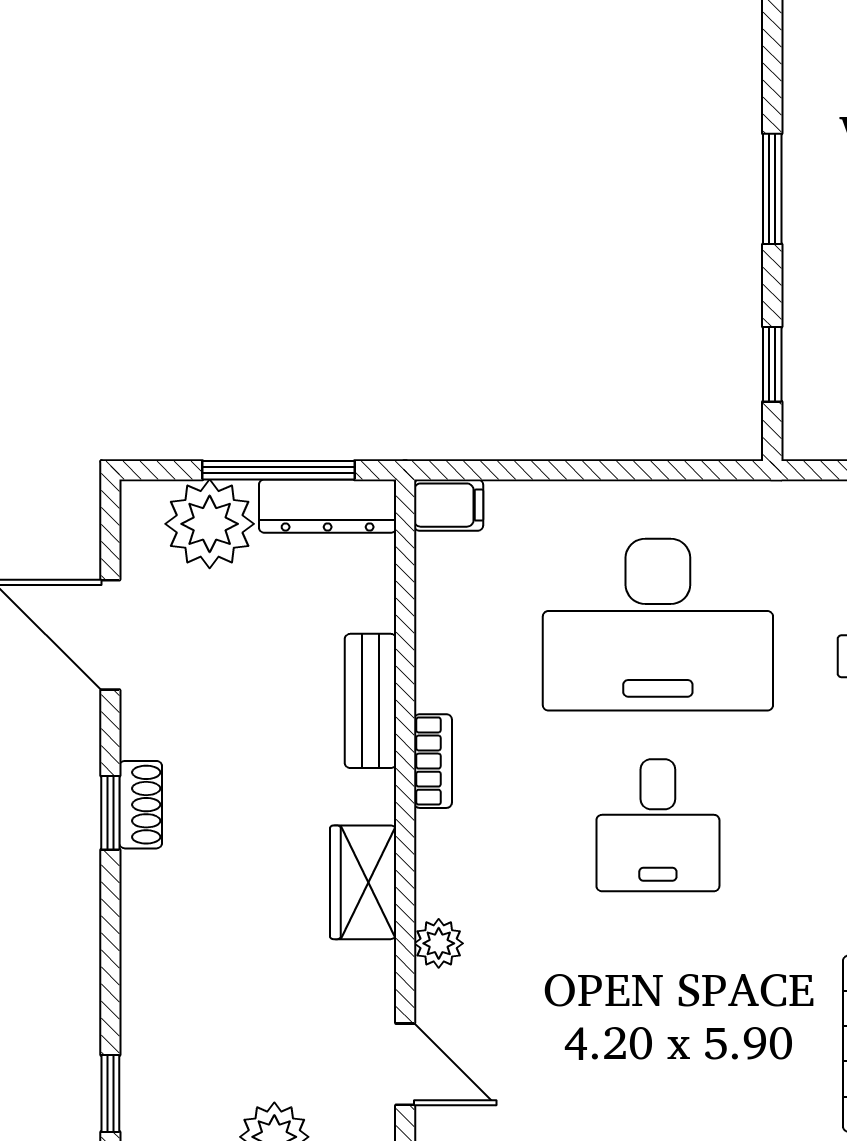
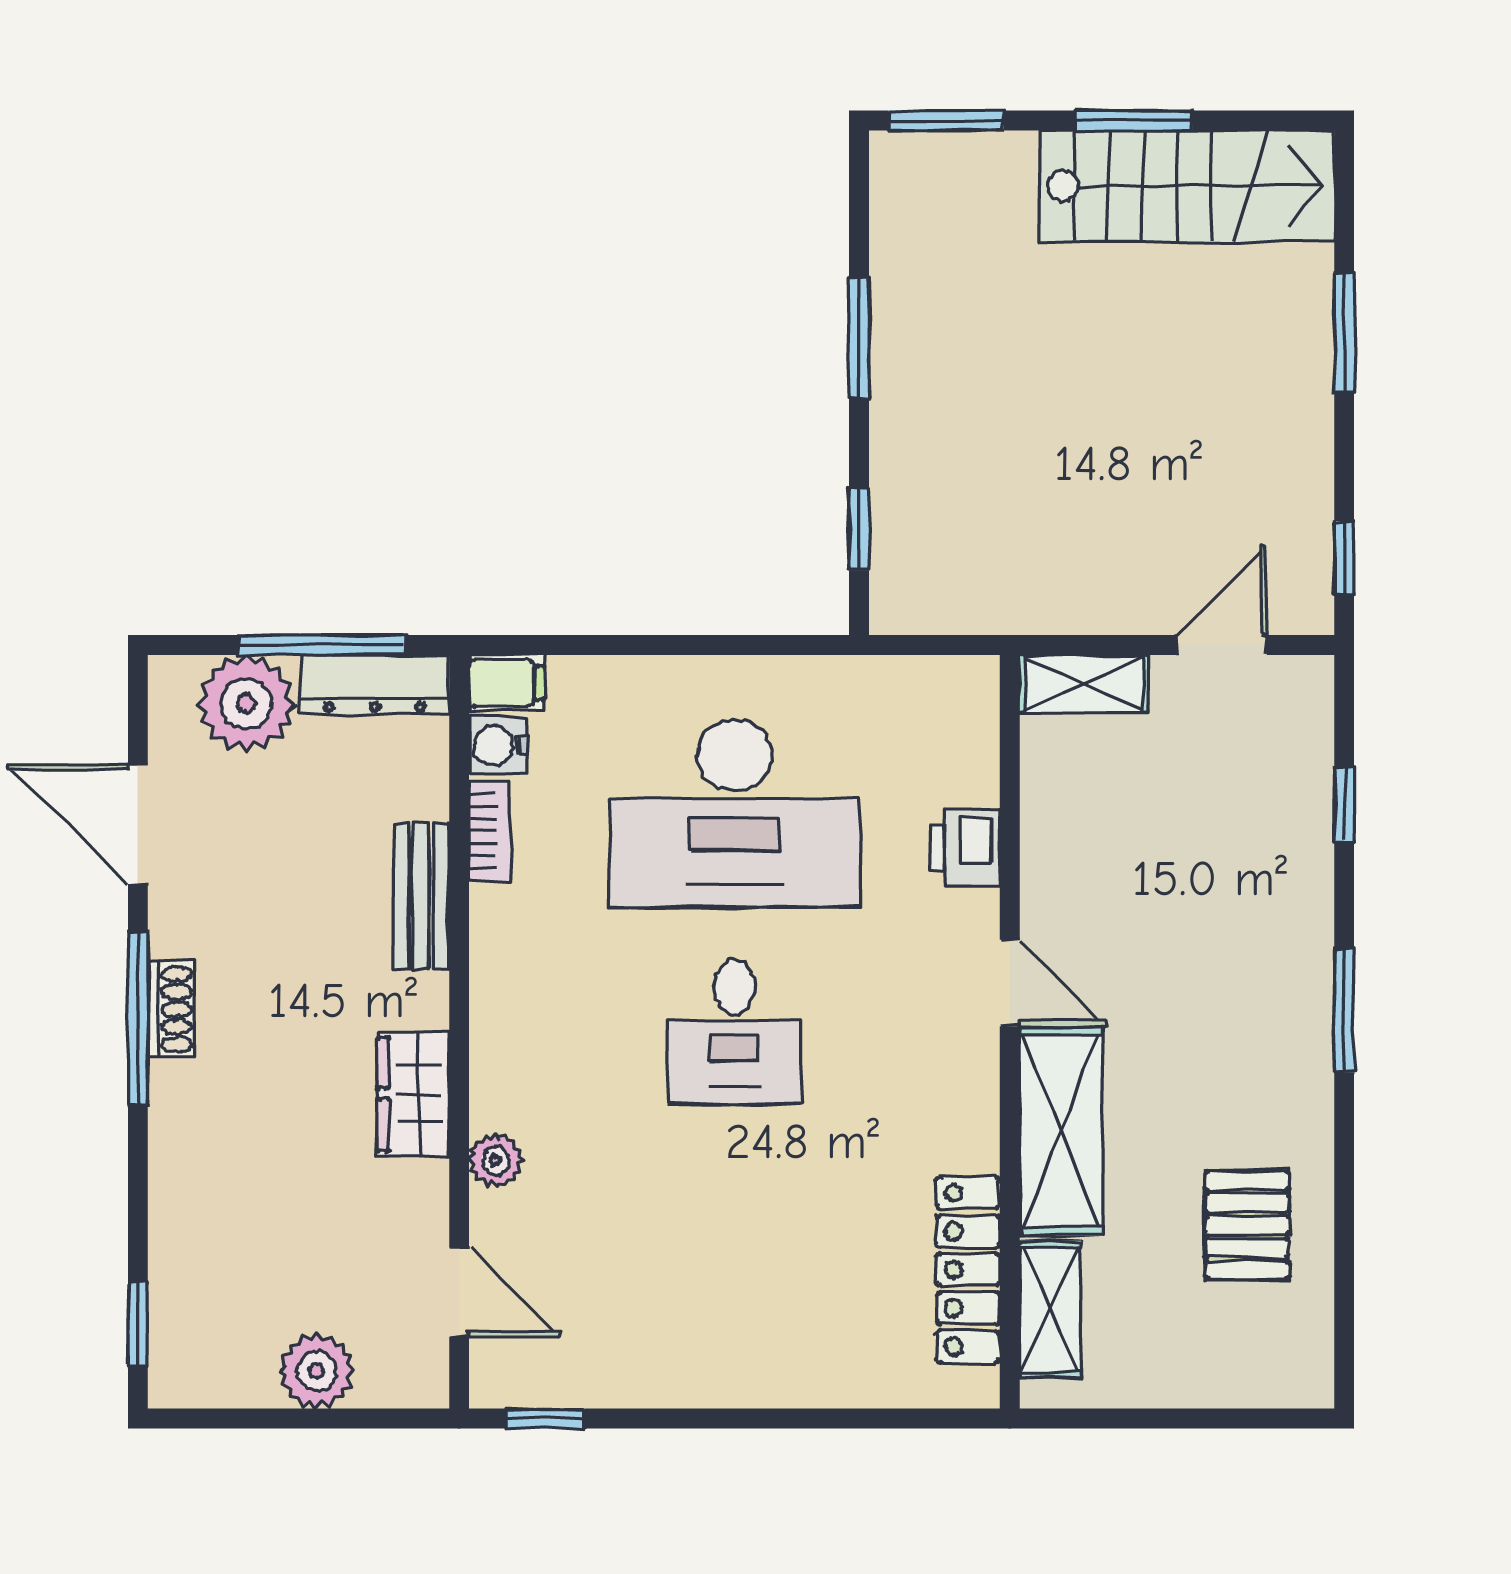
water cooler: (441, 562) -> (498, 745), added
bookcase: (433, 761) -> (489, 831), moved
window: (110, 813) -> (138, 1018), width x2.17

